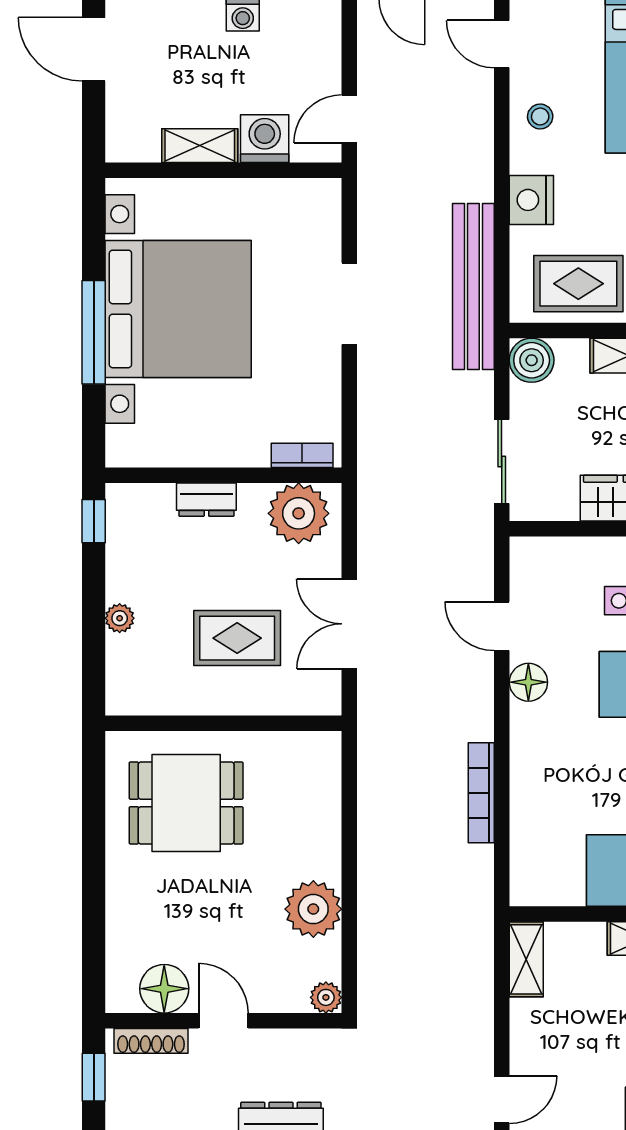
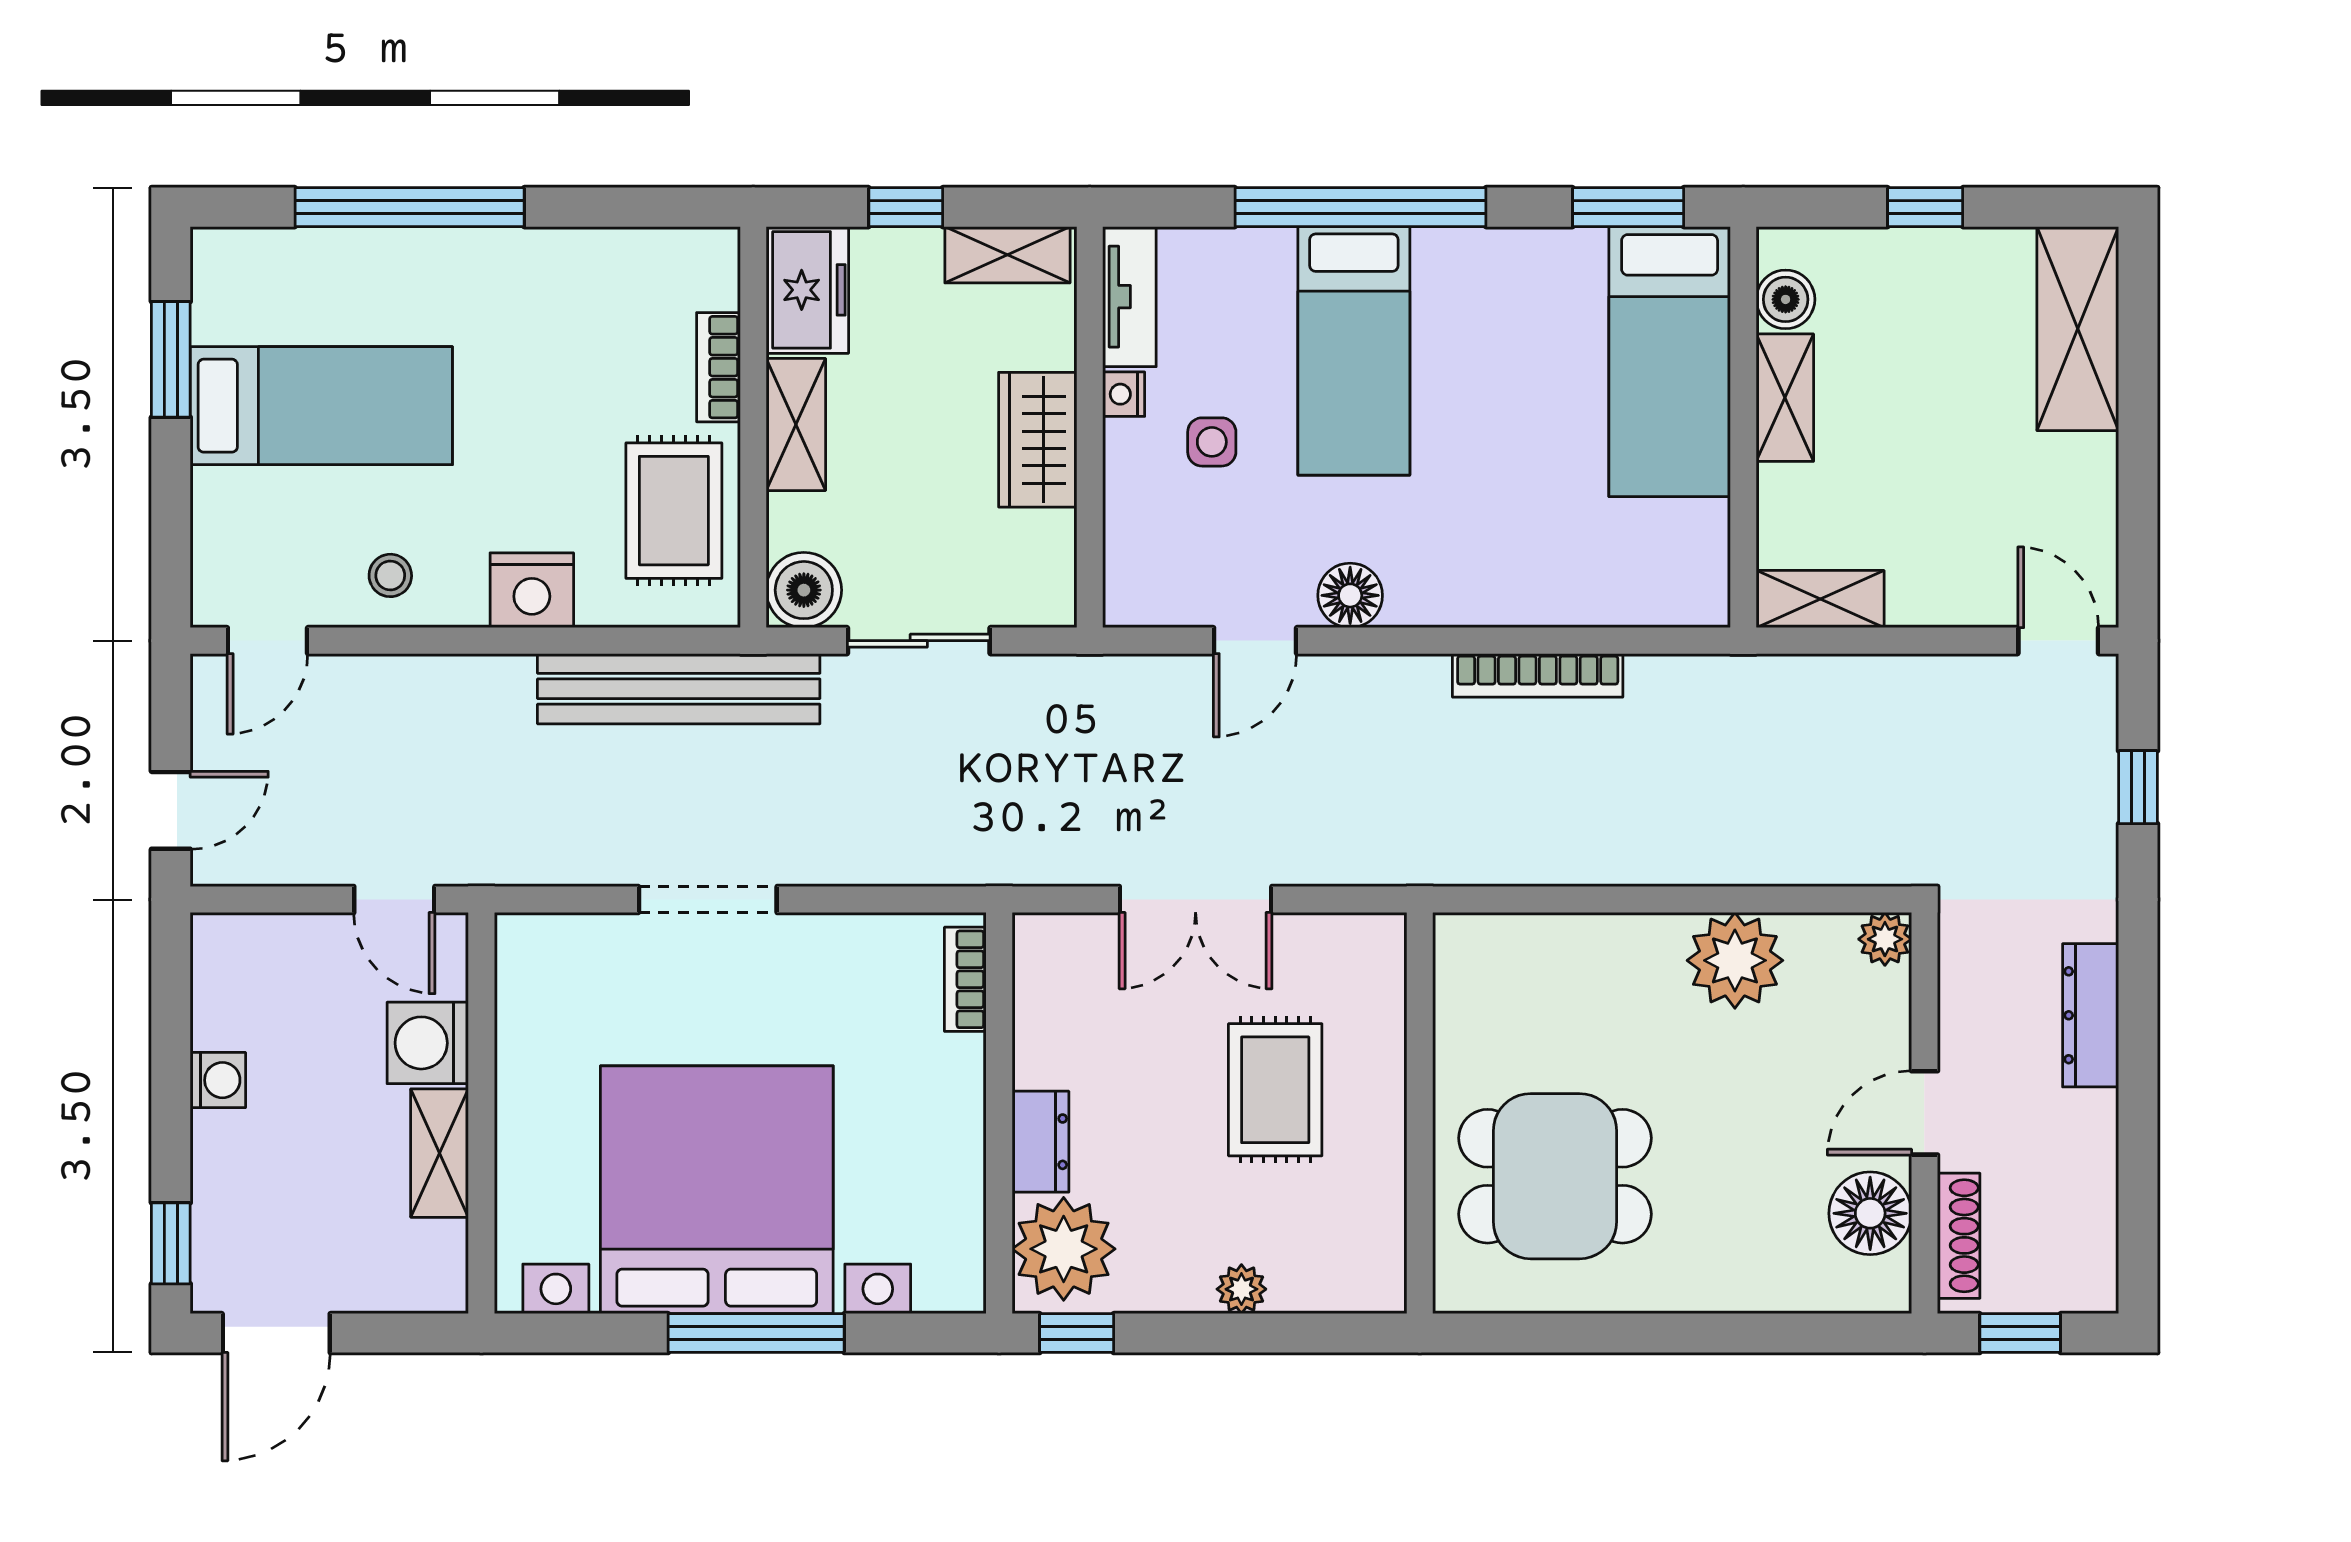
sliding door: (502, 461) -> (919, 641), moved
plant: (299, 513) -> (1064, 1249), moved
double door: (349, 624) -> (1196, 900), moved
dining table: (186, 803) -> (1555, 1176), turned 90

